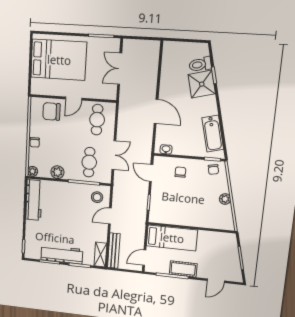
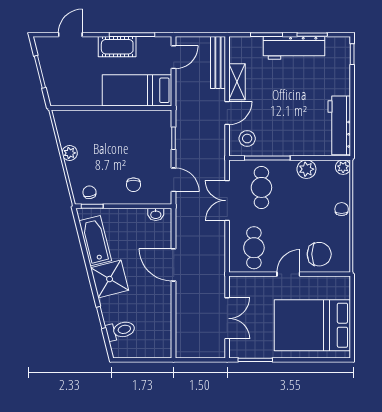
shower: (202, 84) -> (110, 279), moved
shelving: (100, 254) -> (237, 82), moved

